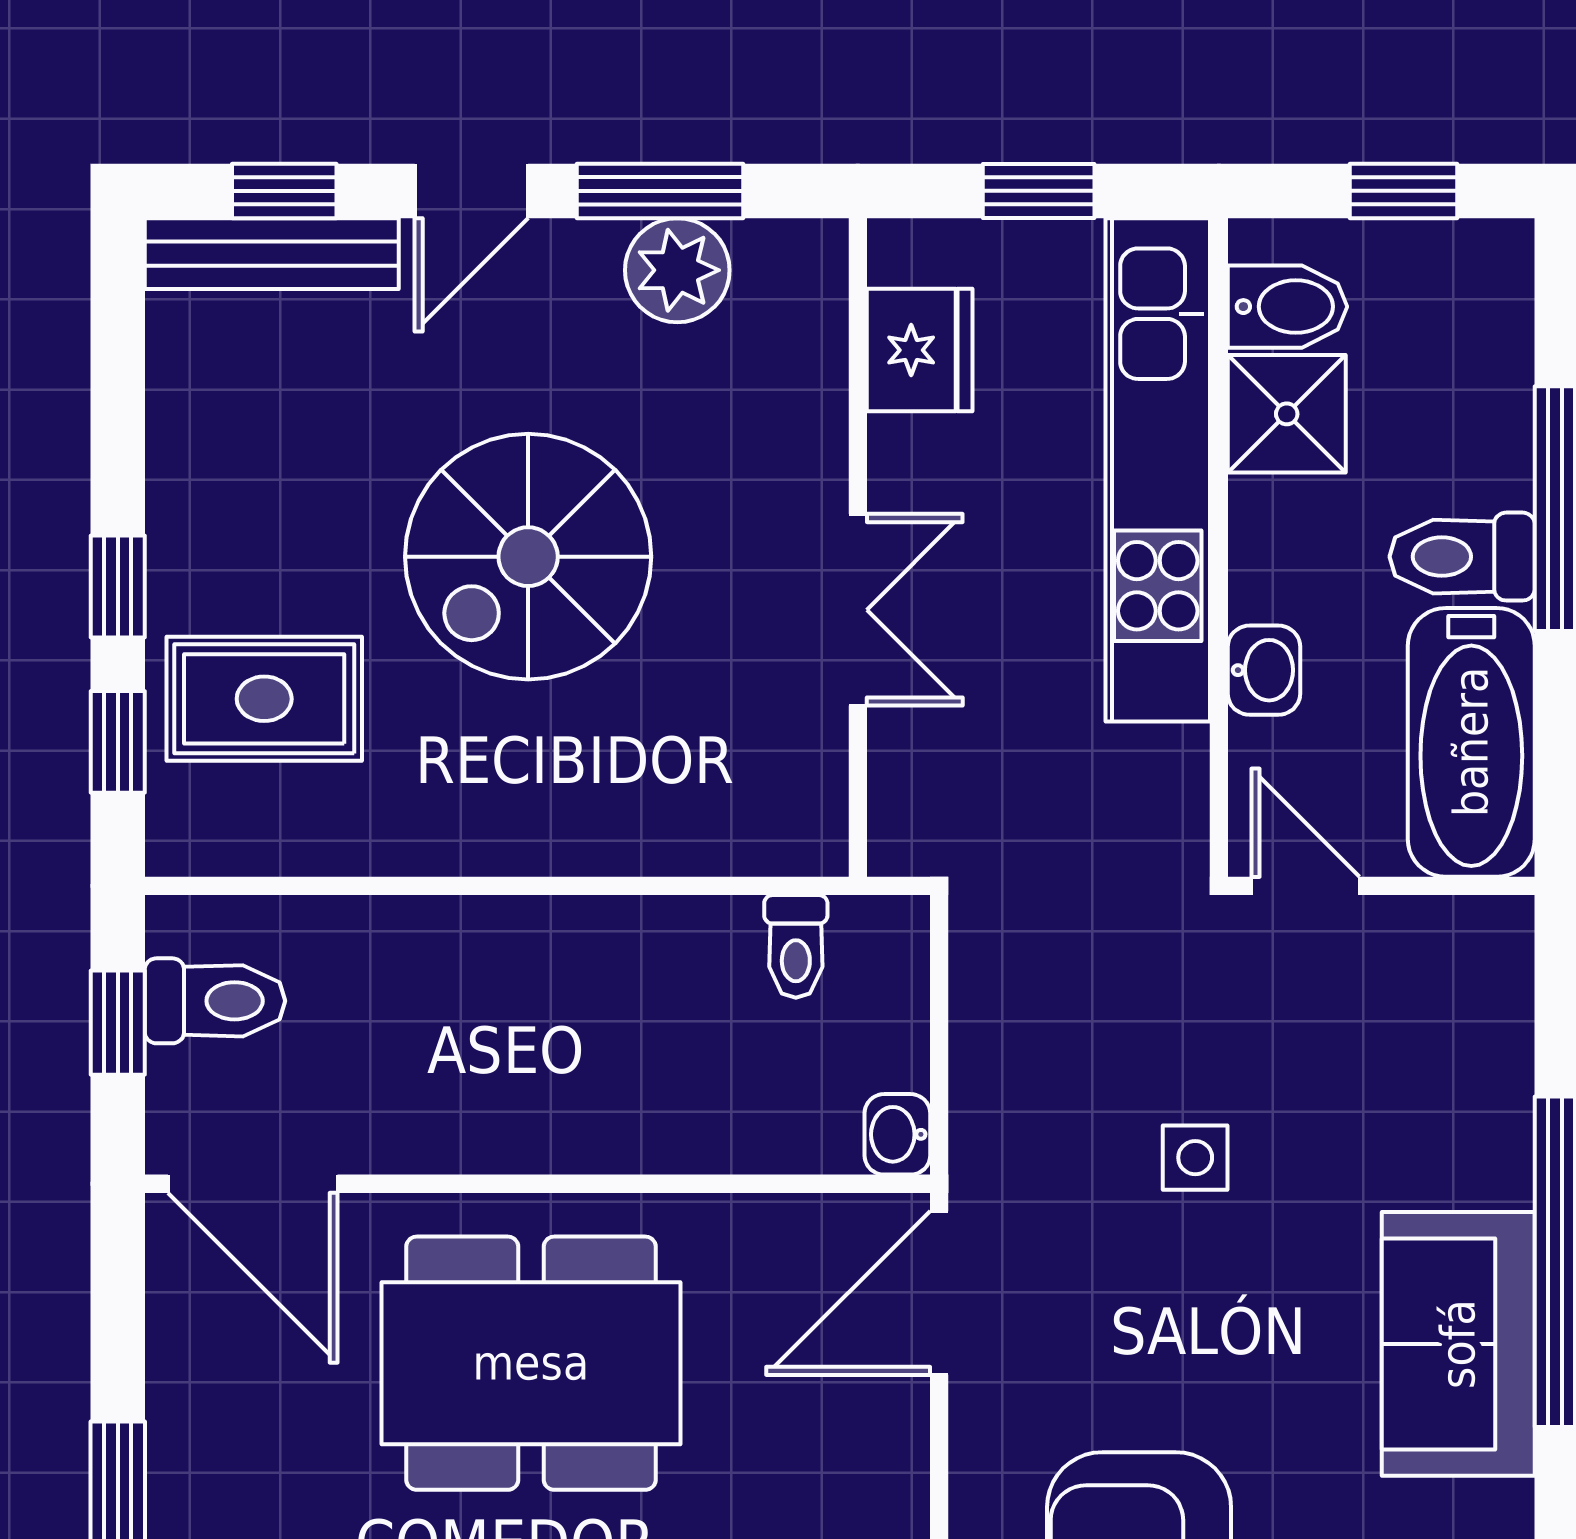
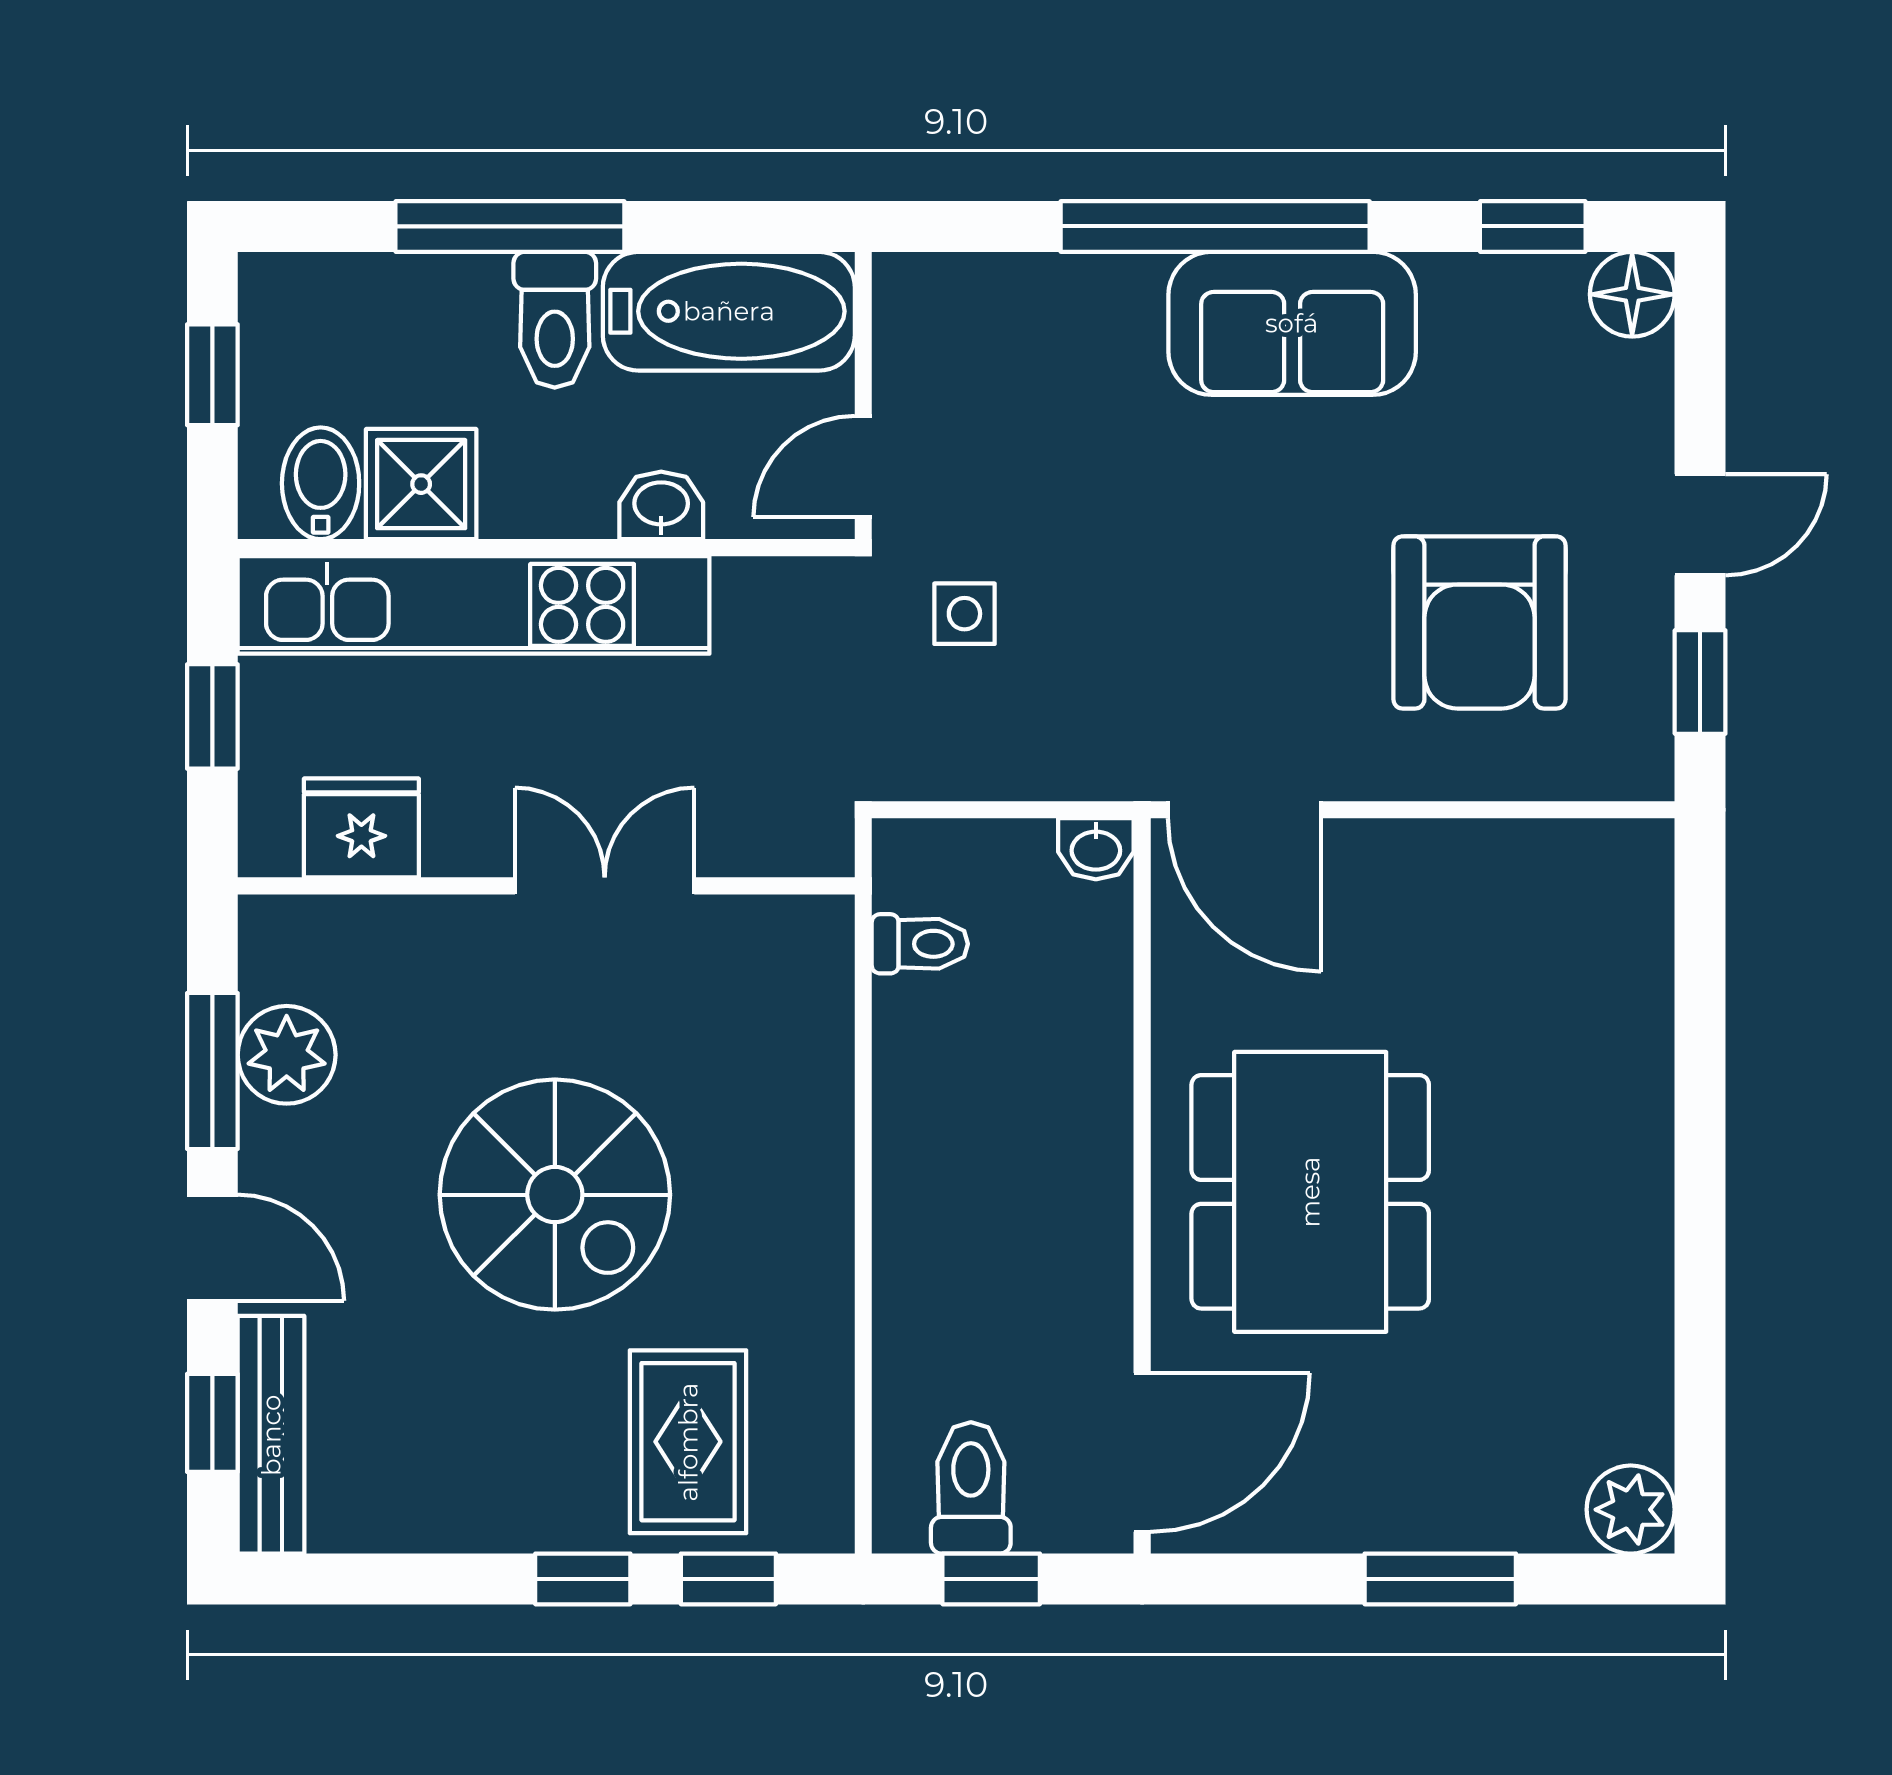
side table: (1195, 1158) -> (964, 614), moved

